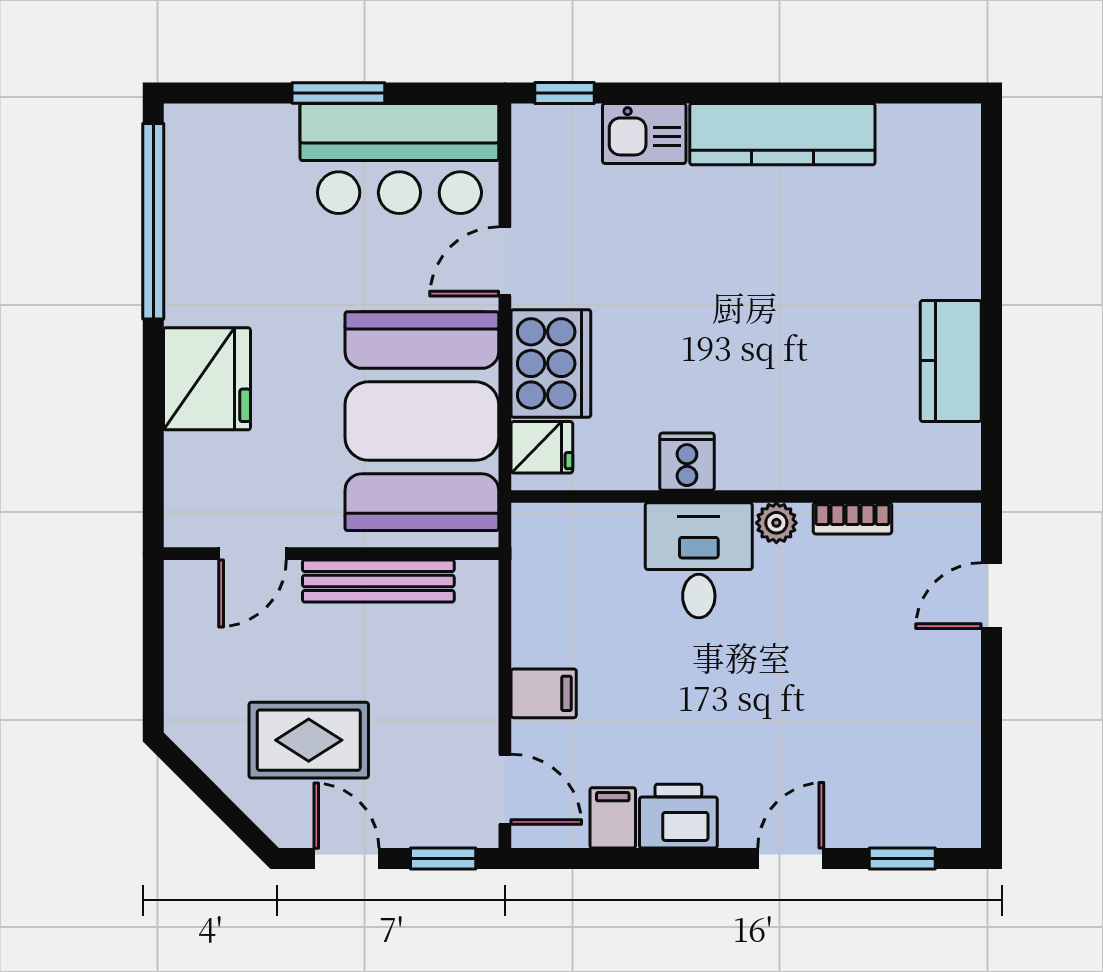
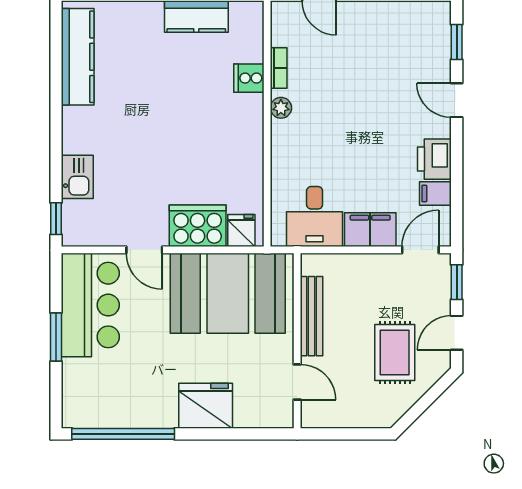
kitchen counter: (782, 134) -> (78, 57), moved
cooker: (687, 462) -> (249, 78), moved
desk: (699, 560) -> (315, 216), moved, turned -90
filing cabinet: (544, 693) -> (370, 230), width x2.00

